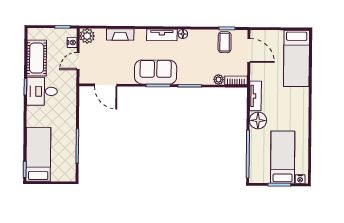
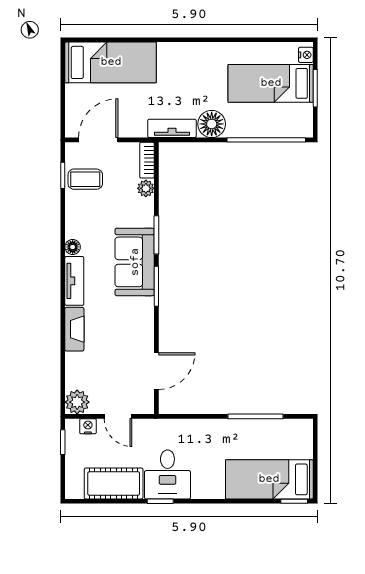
fireplace: (120, 35) -> (74, 329), moved
sofa: (156, 72) -> (135, 262), moved

